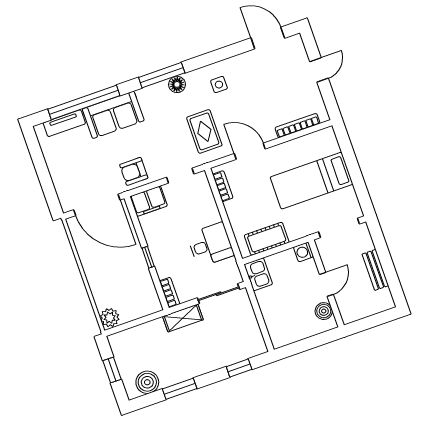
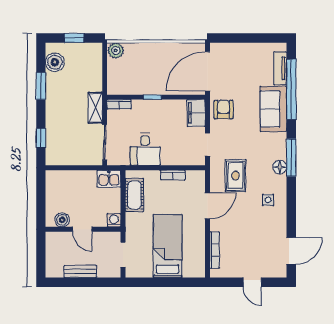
rug: (204, 131) -> (235, 176), turned 90
bookcase: (223, 186) -> (173, 175), moved
doorway: (339, 228) -> (123, 255), width x0.73

